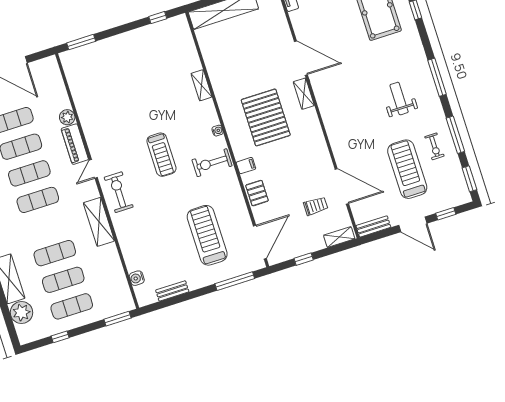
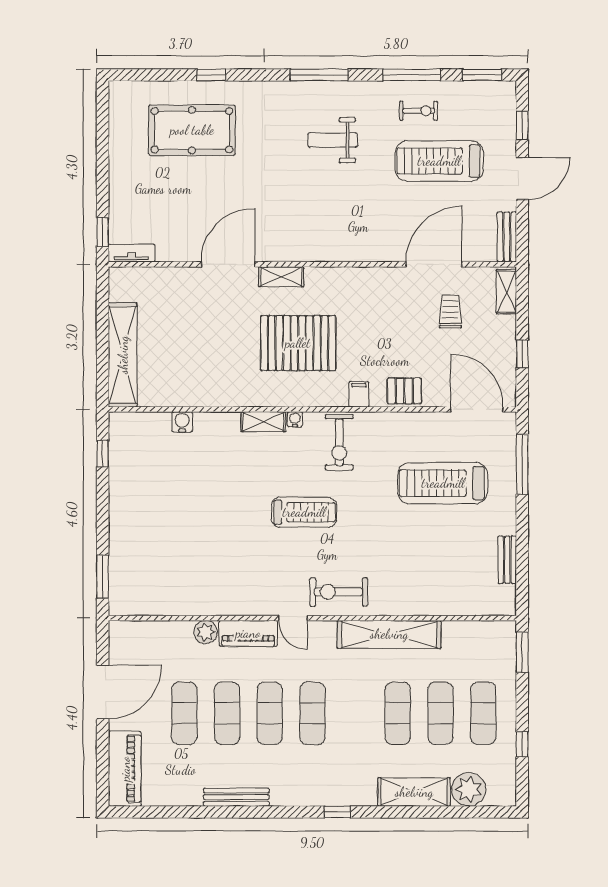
shelving: (201, 85) -> (263, 422), moved
shelving: (99, 222) -> (389, 634), width x1.47
water cooler: (137, 278) -> (182, 422), moved, turned 180

